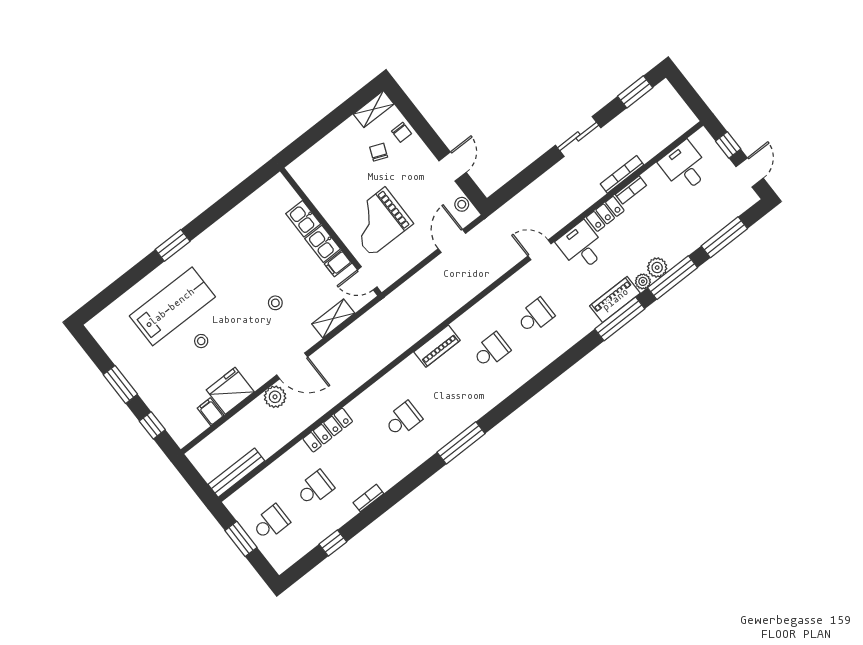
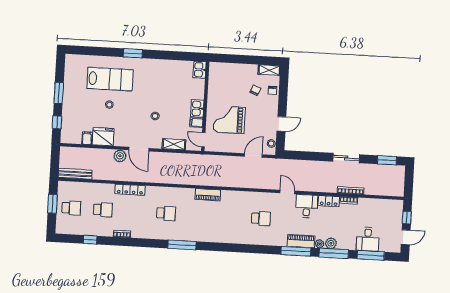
desk: (685, 167) -> (368, 239), moved, turned 180
kitchen sink: (303, 219) -> (200, 70), moved
school desk: (491, 350) -> (229, 217), removed

